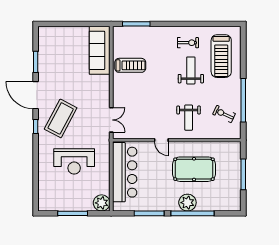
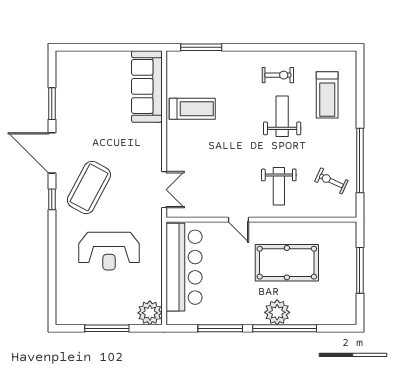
treadmill: (221, 56) -> (327, 95), width x0.73, depth x0.73

